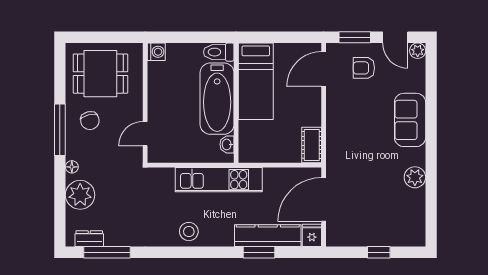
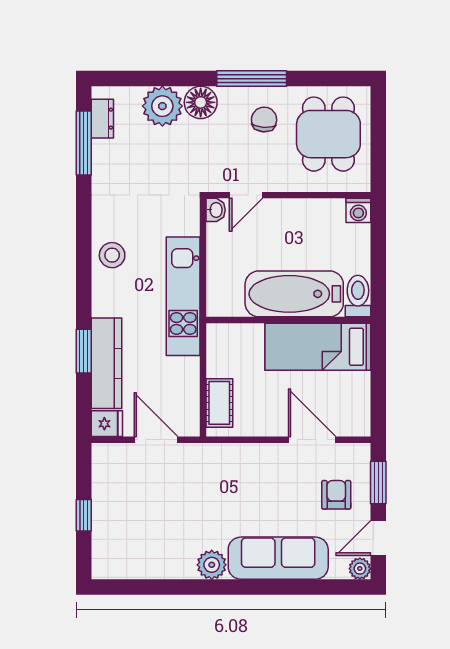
door: (324, 69) -> (312, 440), moved
sofa: (410, 120) -> (278, 558), width x1.36
chair: (90, 121) -> (264, 120), turned 109
door: (145, 134) -> (246, 195), swing flipped
washbasin: (227, 144) -> (216, 210), moved, turned 90
cot: (312, 145) -> (219, 403), moved, turned 90
floor lamp: (72, 167) -> (201, 102), width x1.89, depth x1.89
plant: (415, 177) -> (212, 565), moved
door: (324, 199) -> (156, 440), width x0.73

